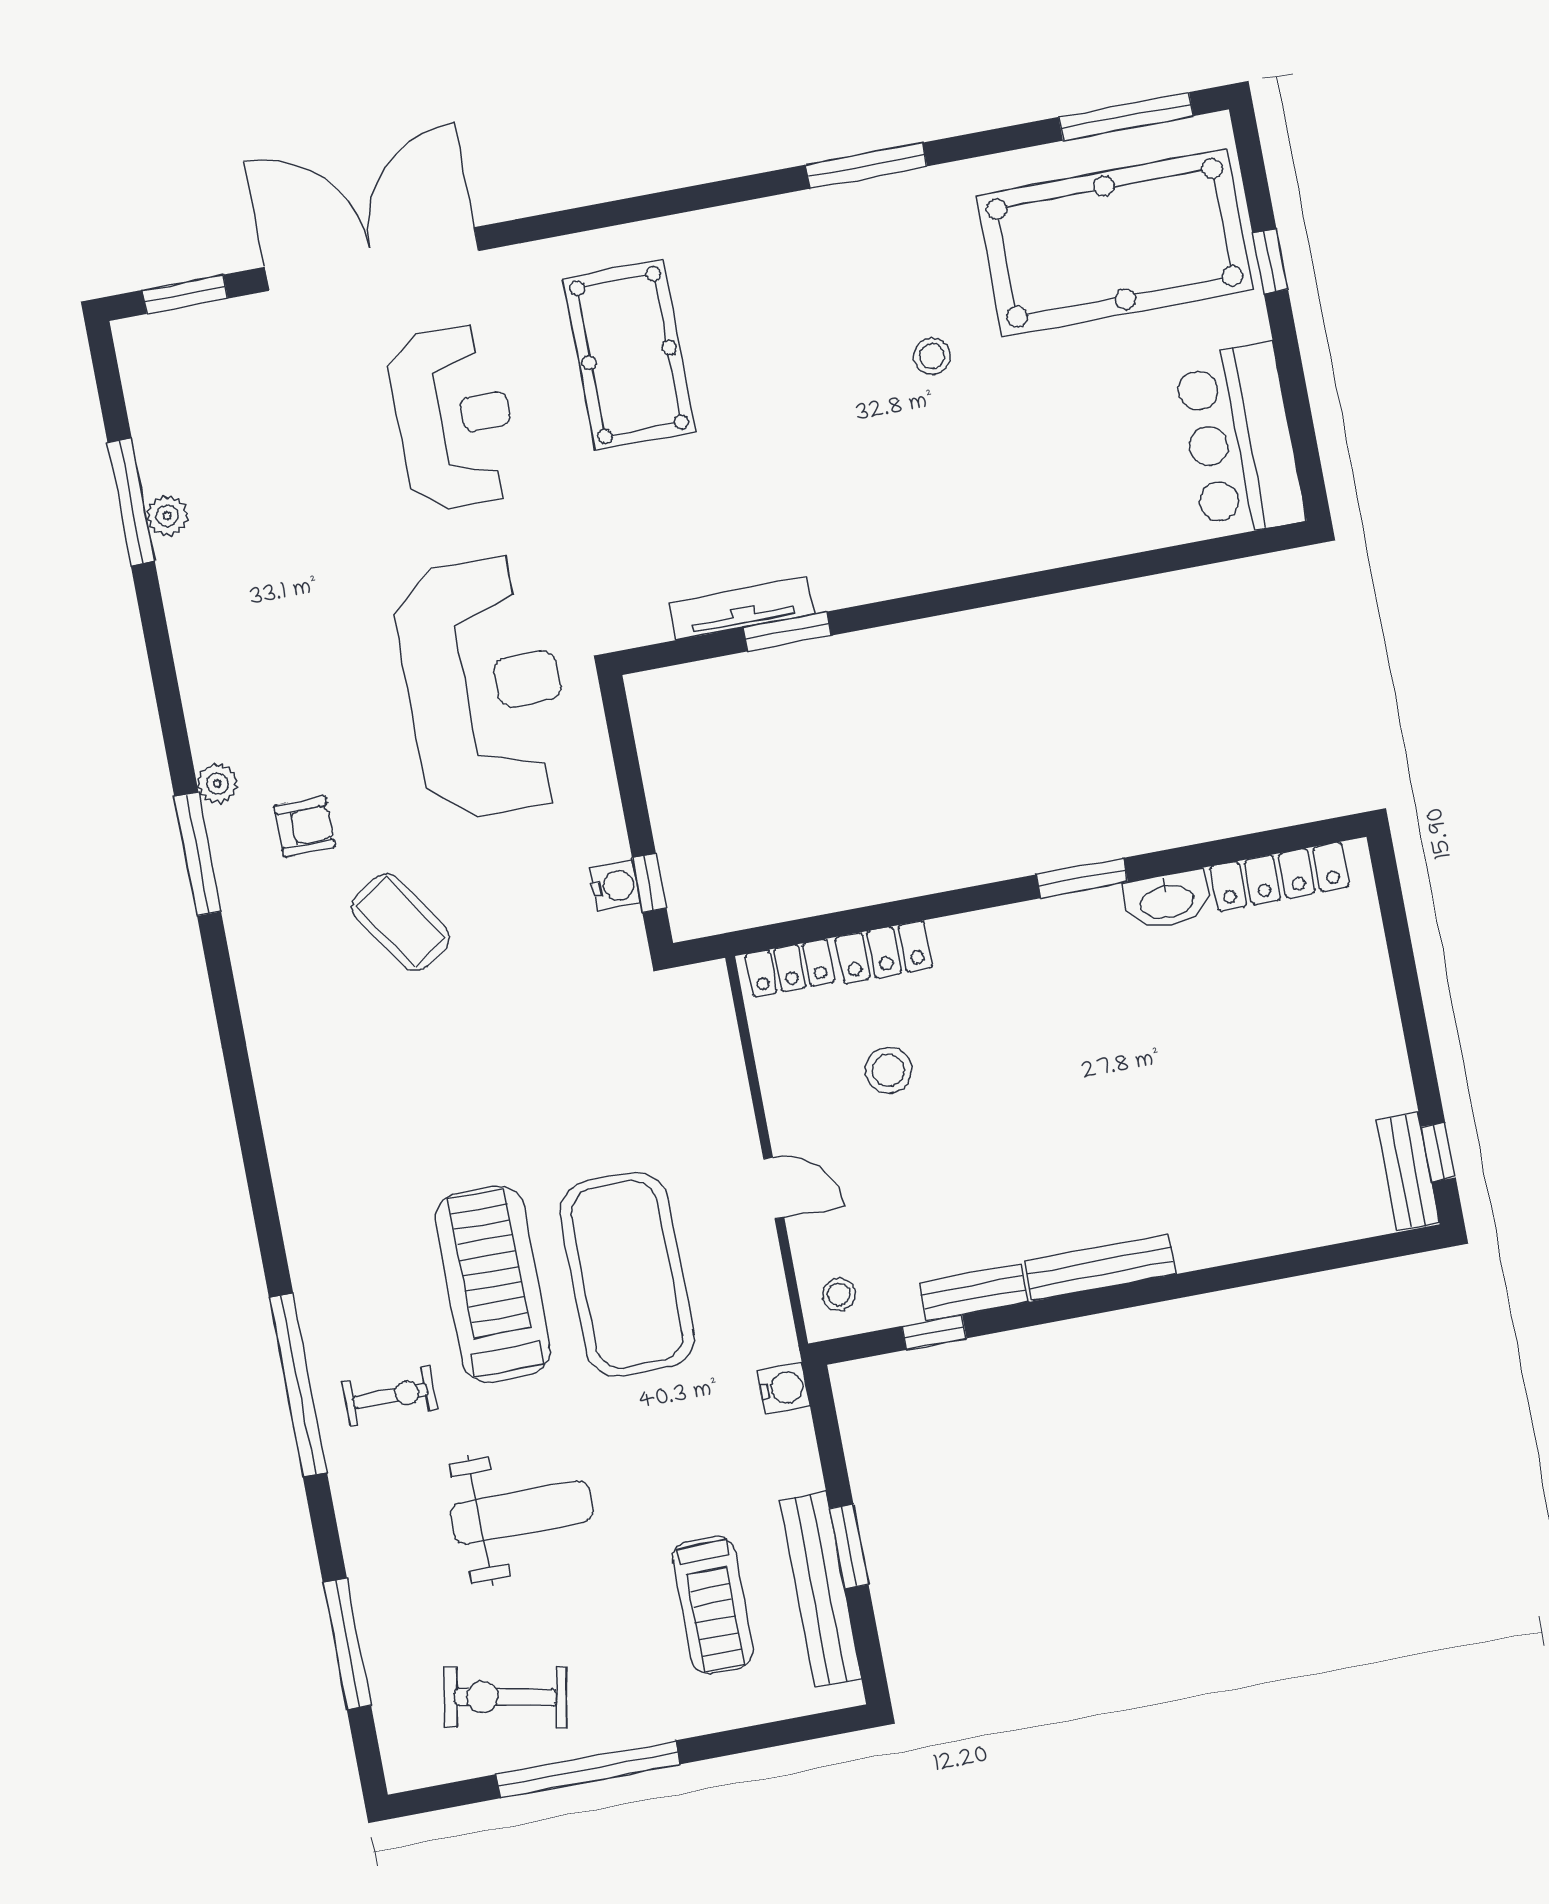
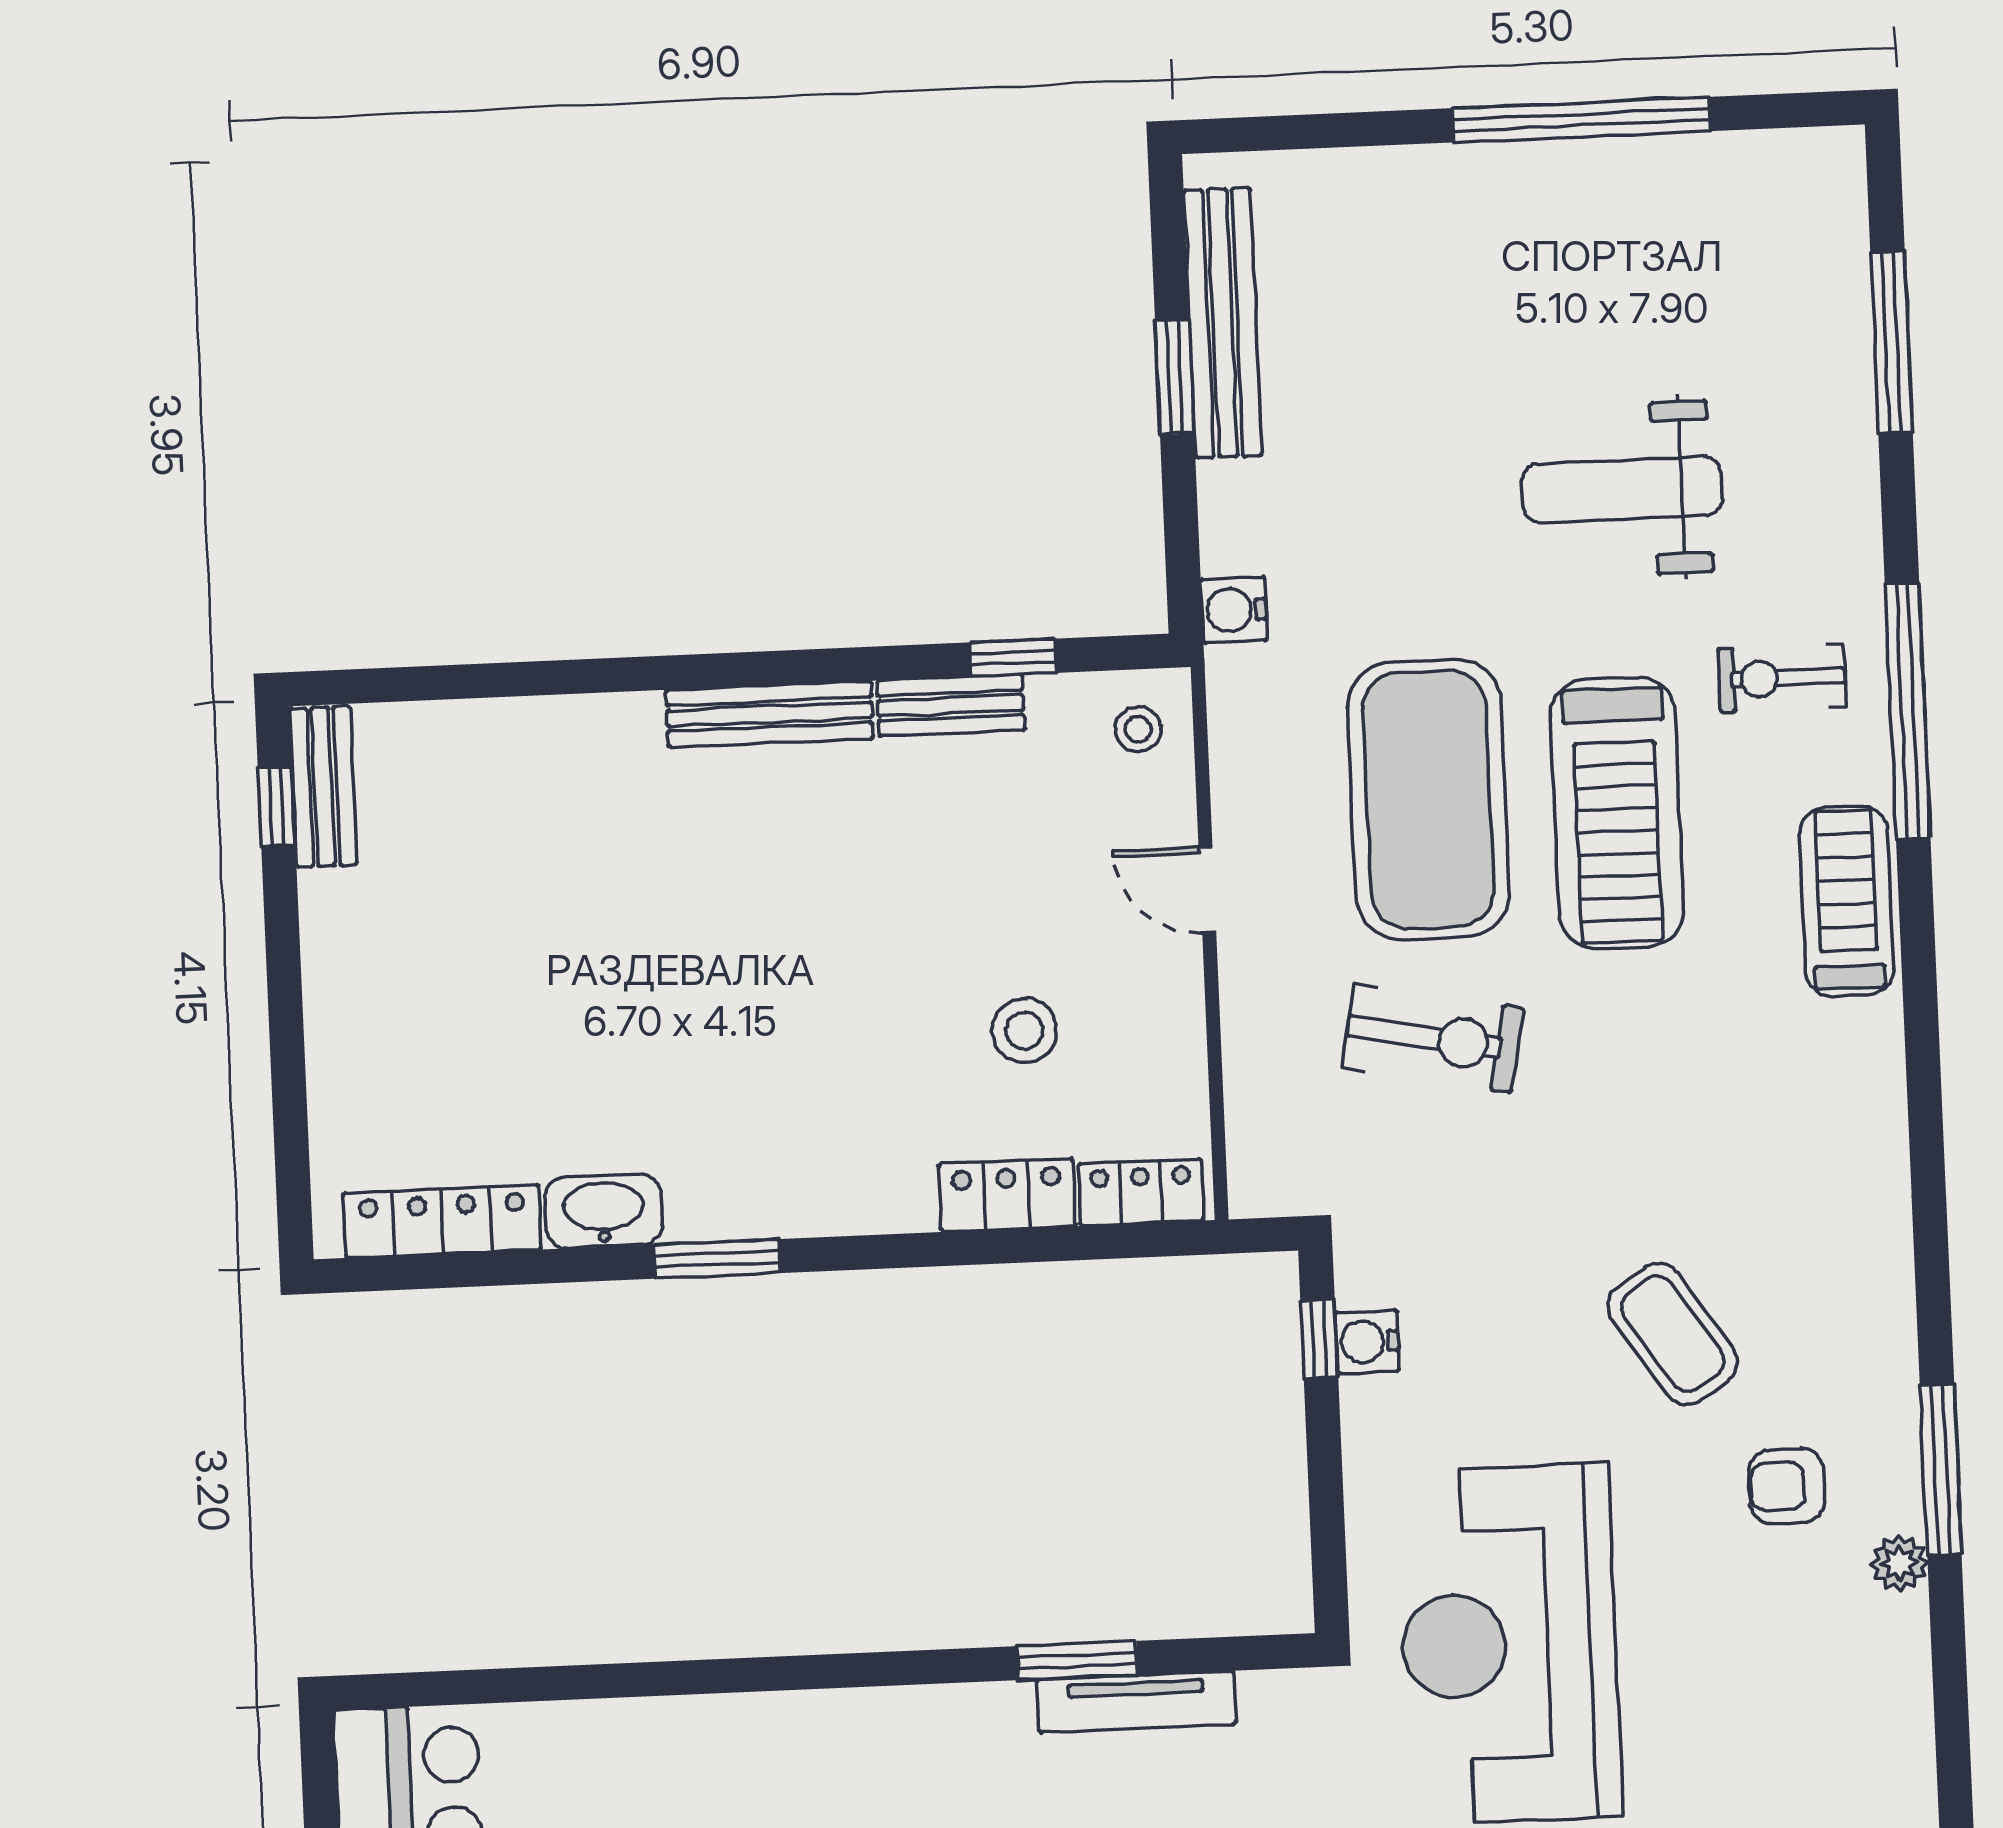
treadmill: (713, 1605) -> (1847, 901), moved
exercise bike: (505, 1697) -> (1433, 1038), moved

